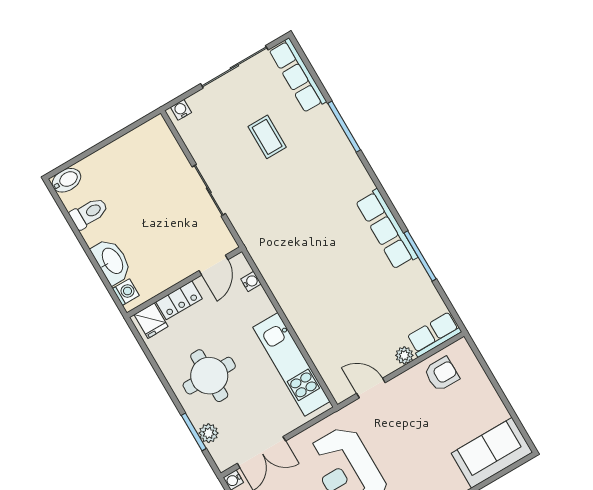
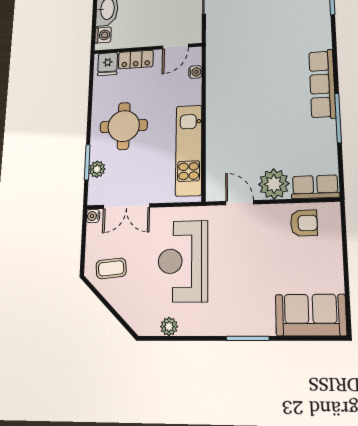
plant: (404, 355) -> (274, 184), width x1.87, depth x1.87

